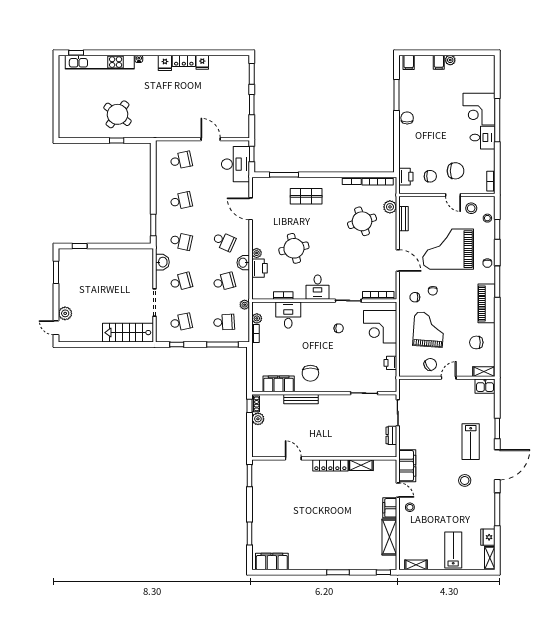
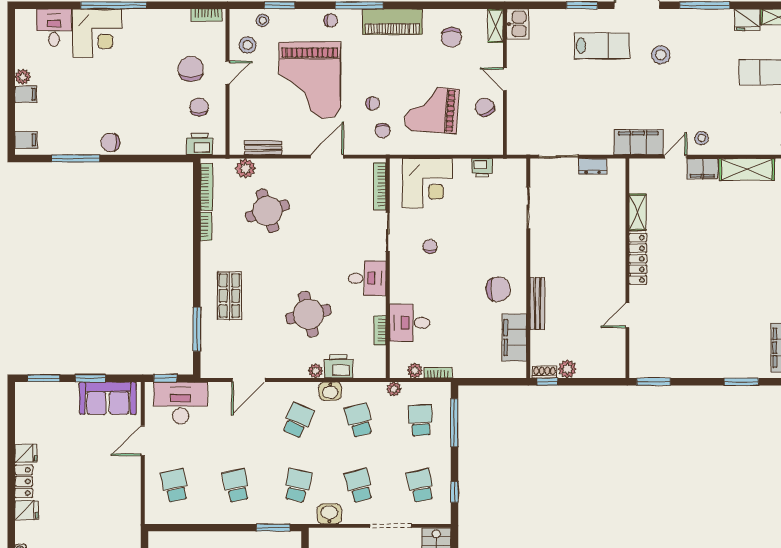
sofa: (239, 116) -> (108, 398), added
desk: (483, 138) -> (54, 28), moved

